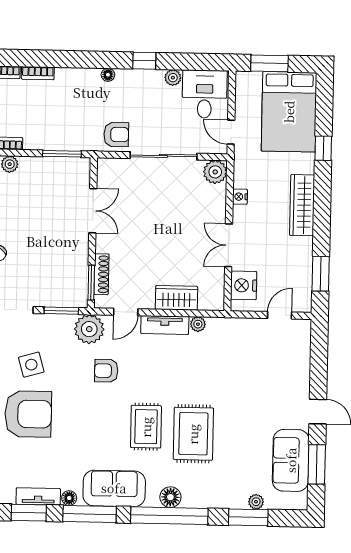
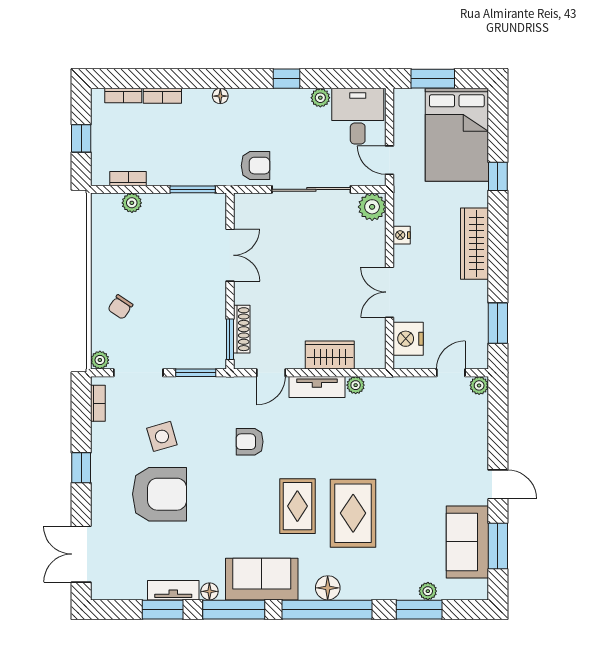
floor lamp: (108, 75) -> (220, 96), moved
plant: (89, 329) -> (479, 385), moved, width x0.53, depth x0.53

